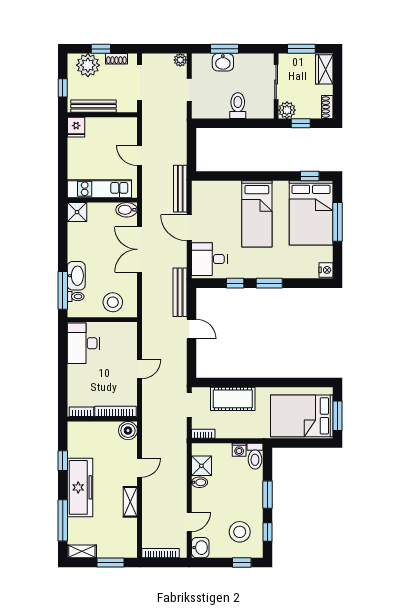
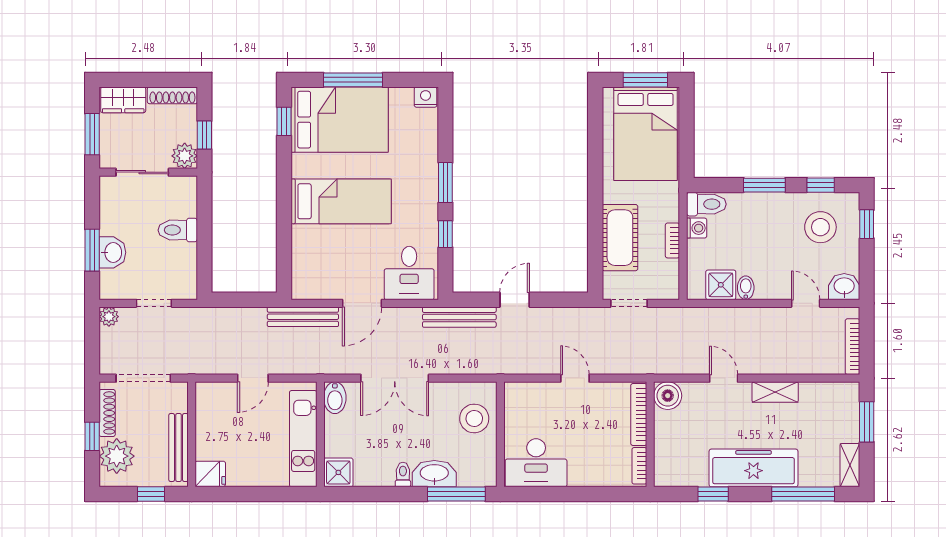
shoe rack: (116, 59) -> (107, 413), width x1.43
shoe rack: (327, 107) -> (172, 95), width x1.43
toilet: (76, 297) -> (403, 475), moved
bookcase: (203, 434) -> (672, 240), moved

